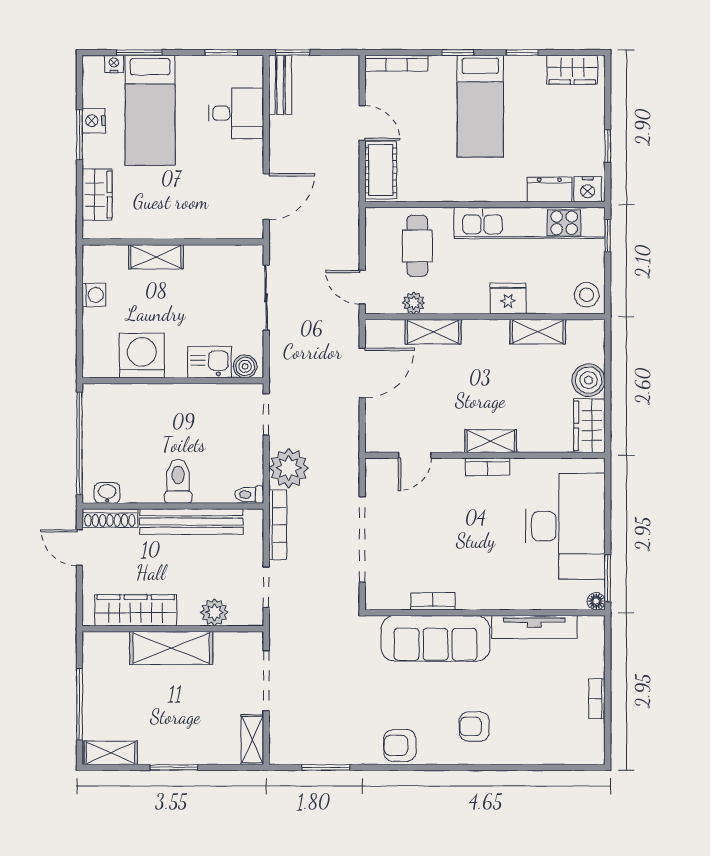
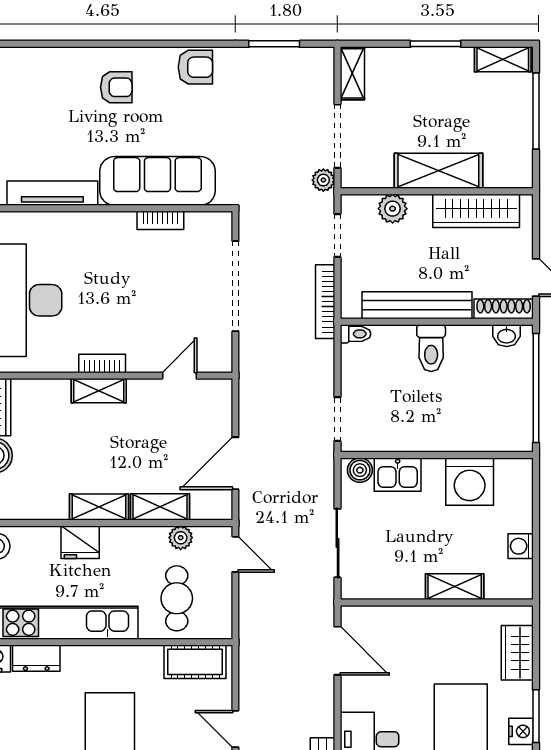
cot: (381, 170) -> (195, 662), moved, turned 90
door: (266, 197) -> (337, 651), swing flipped
shelving: (538, 332) -> (99, 507), moved
plant: (289, 468) -> (323, 180), moved, width x0.53, depth x0.53

